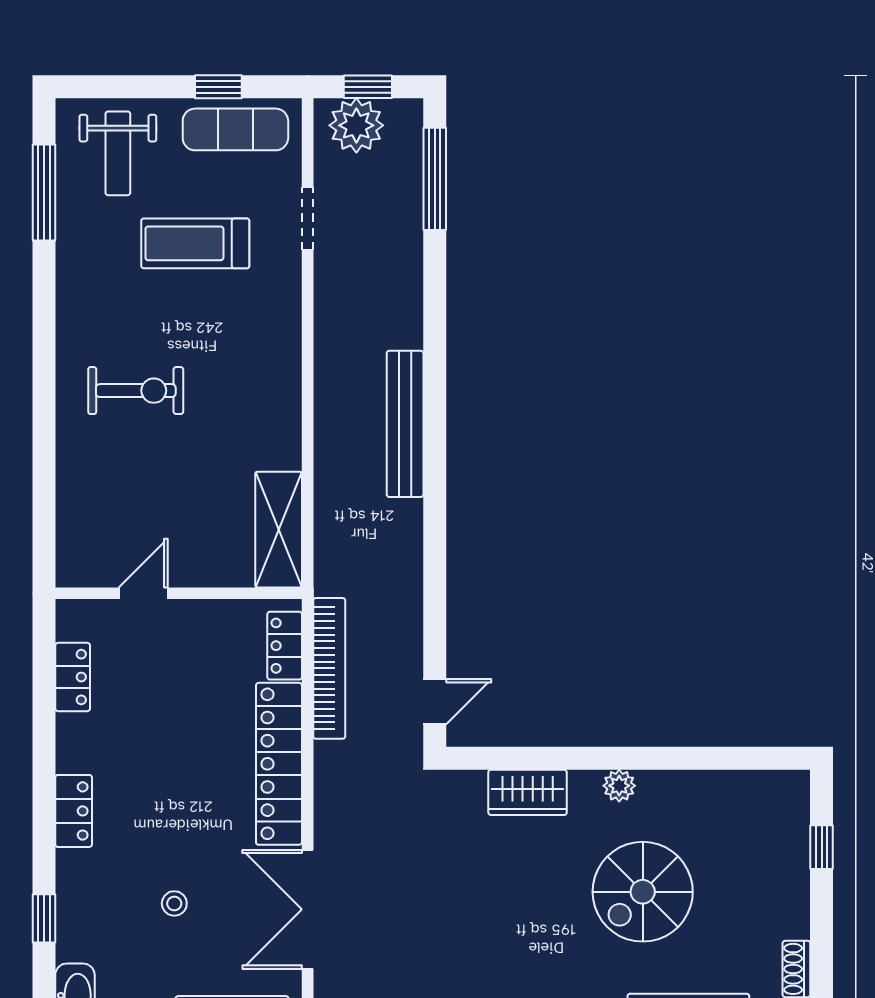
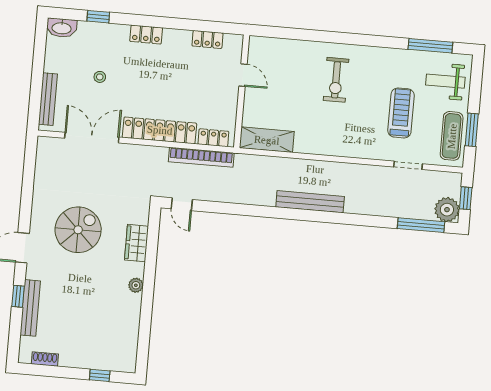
window: (218, 87) -> (472, 130), width x1.50
plant: (356, 125) -> (447, 210), moved
spiral stairs: (643, 892) -> (78, 230), moved, turned 90

